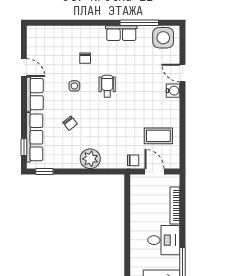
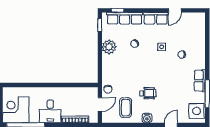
wheelchair: (107, 86) -> (148, 93), moved
water cooler: (173, 91) -> (147, 118), moved
plant: (90, 159) -> (109, 47), moved

